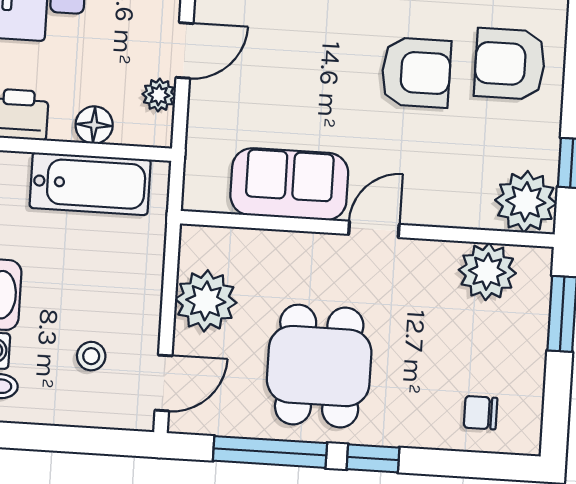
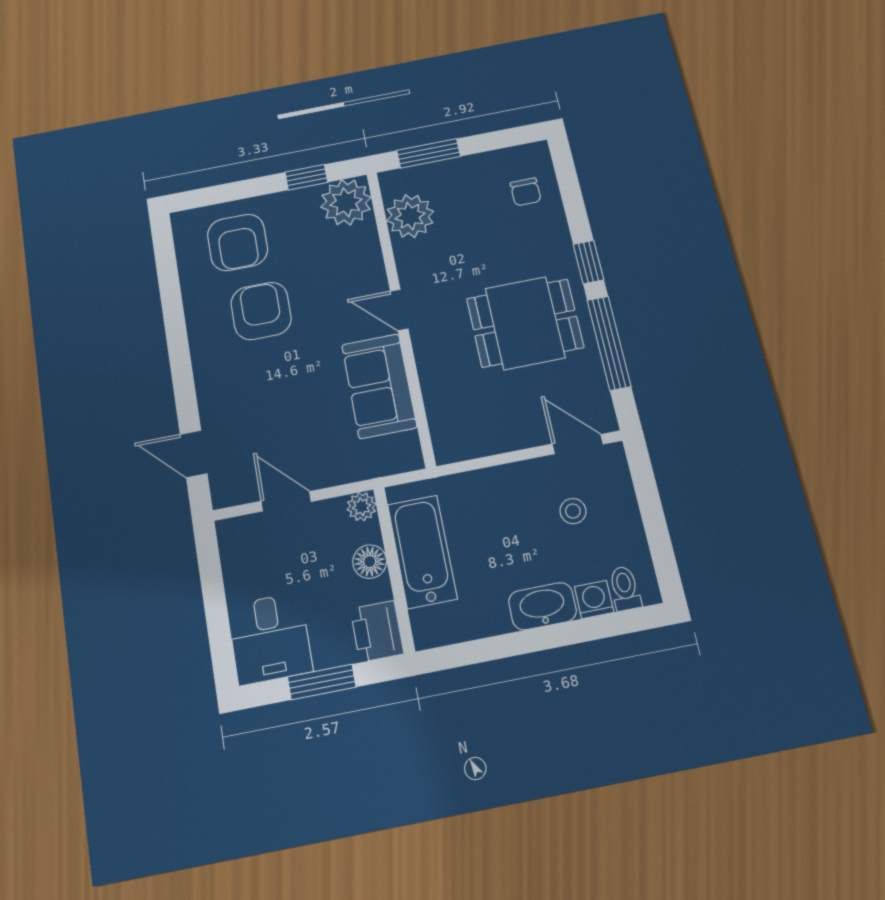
plant: (159, 95) -> (361, 507), moved
plant: (206, 301) -> (497, 428), removed

